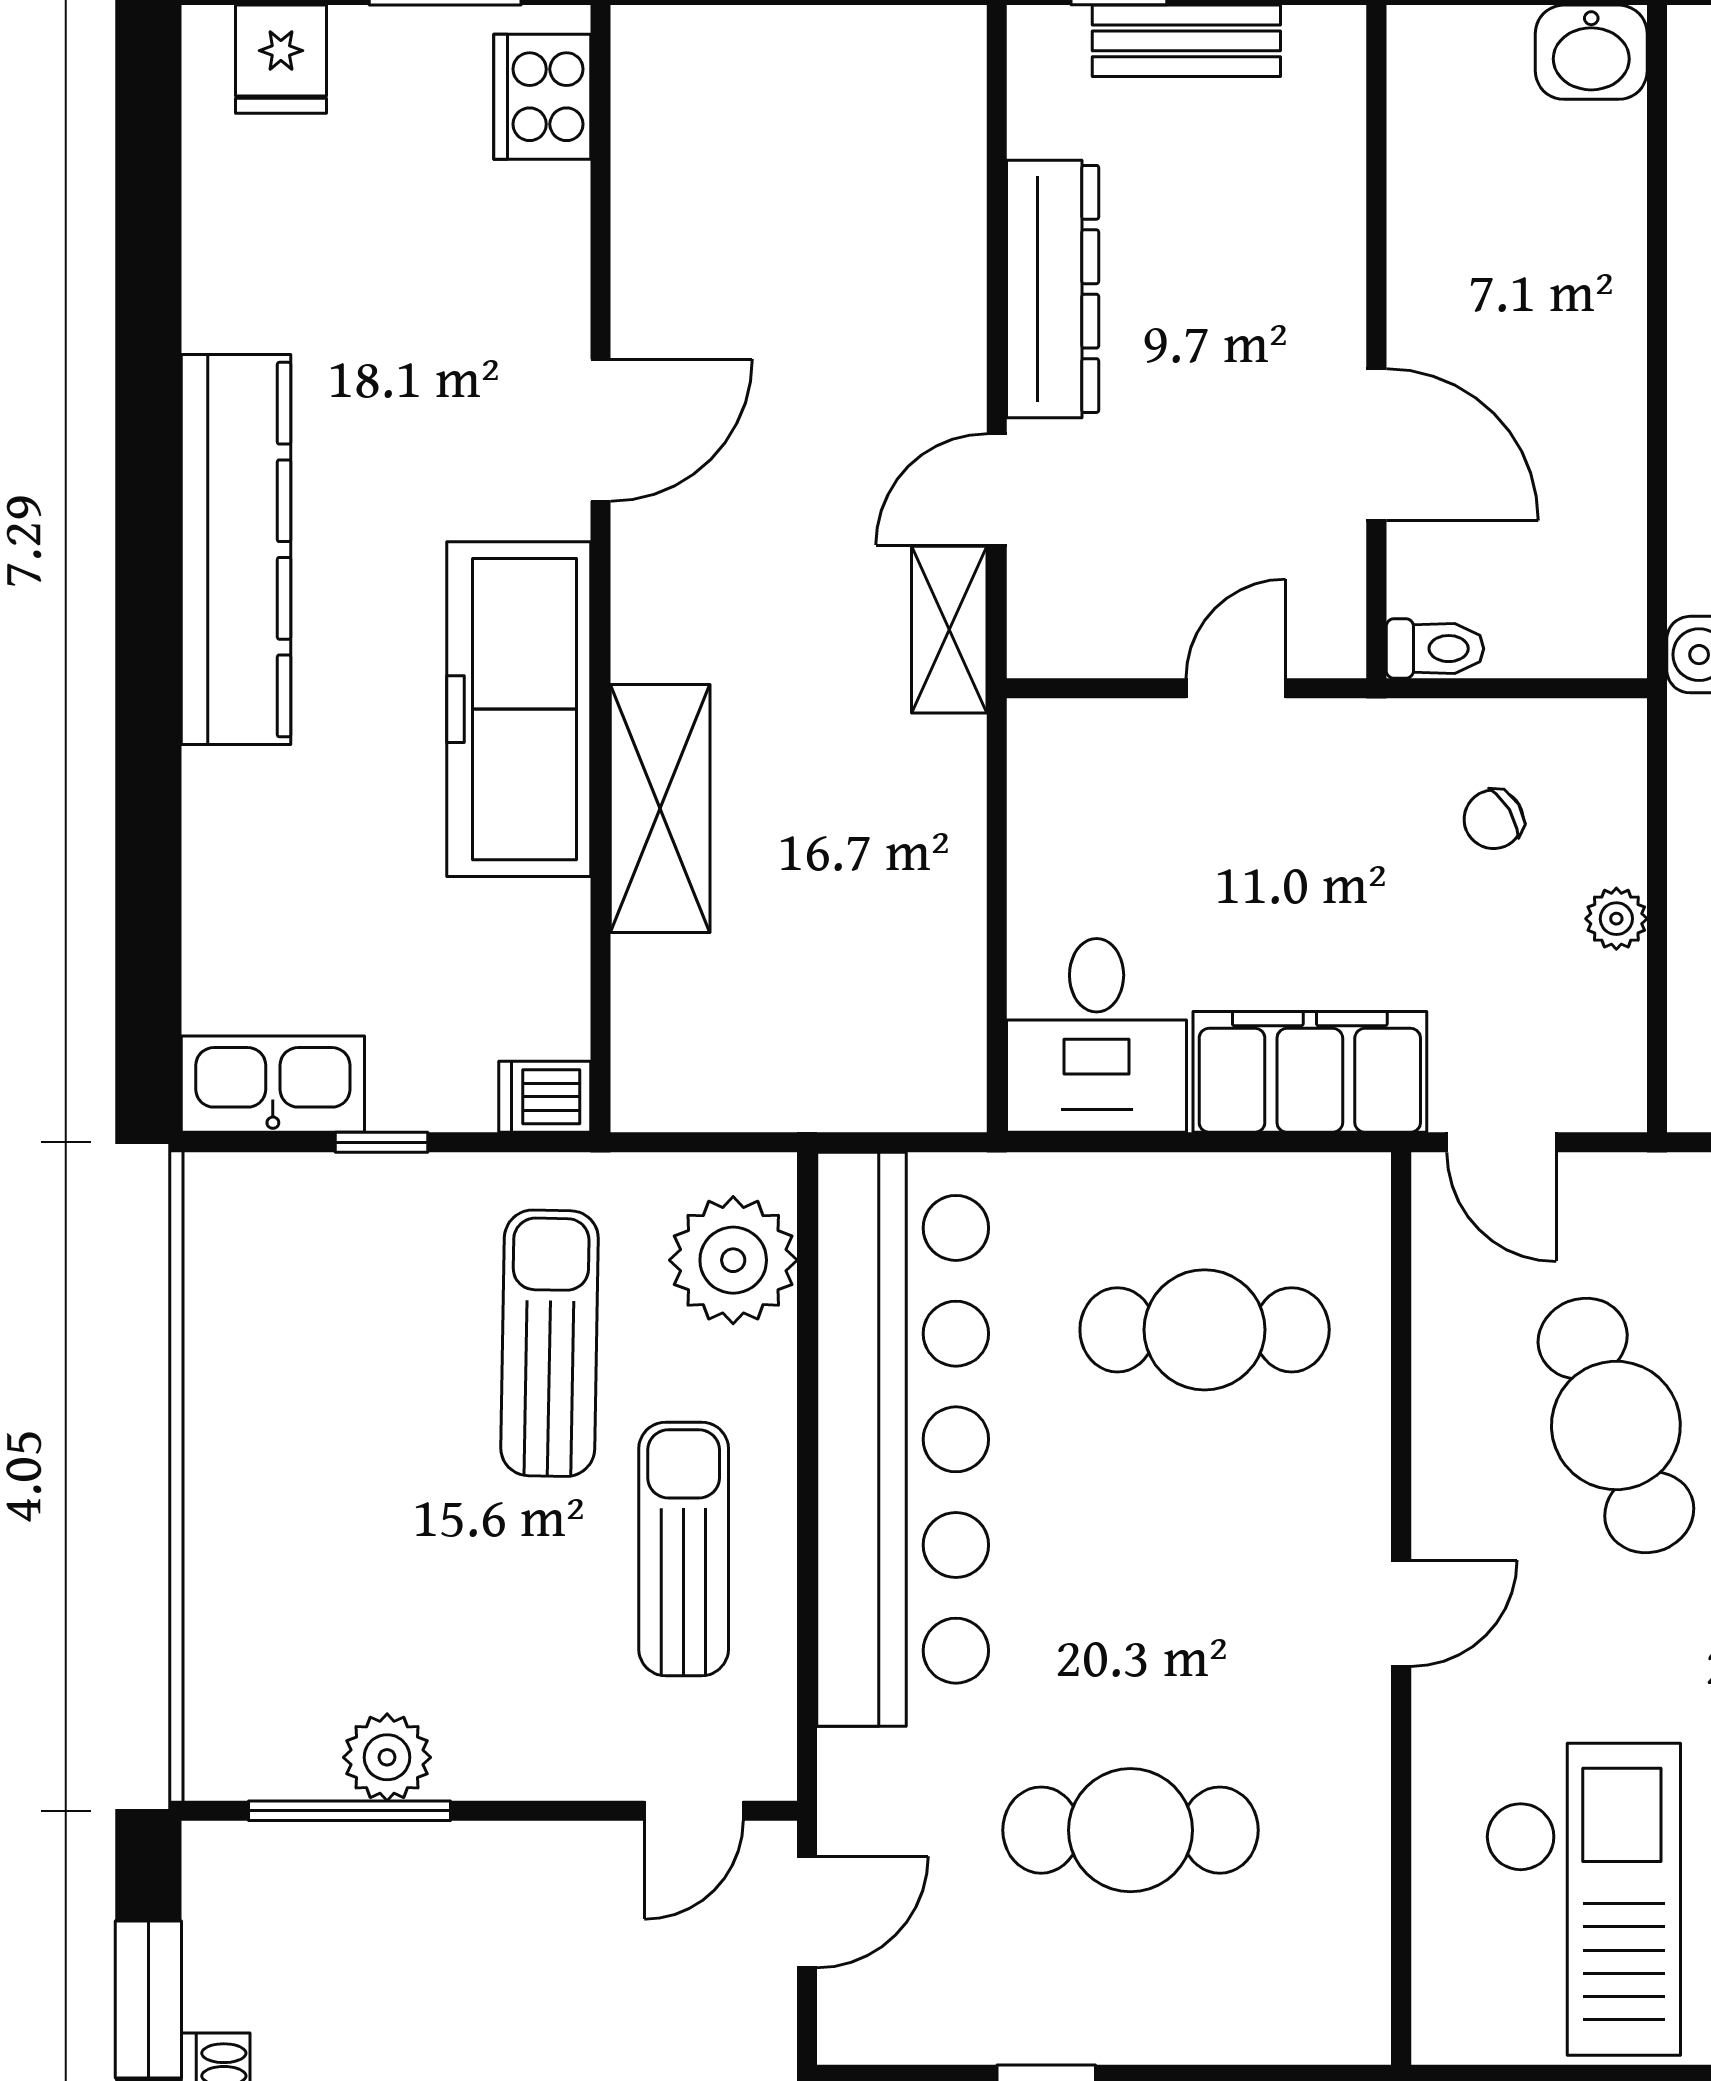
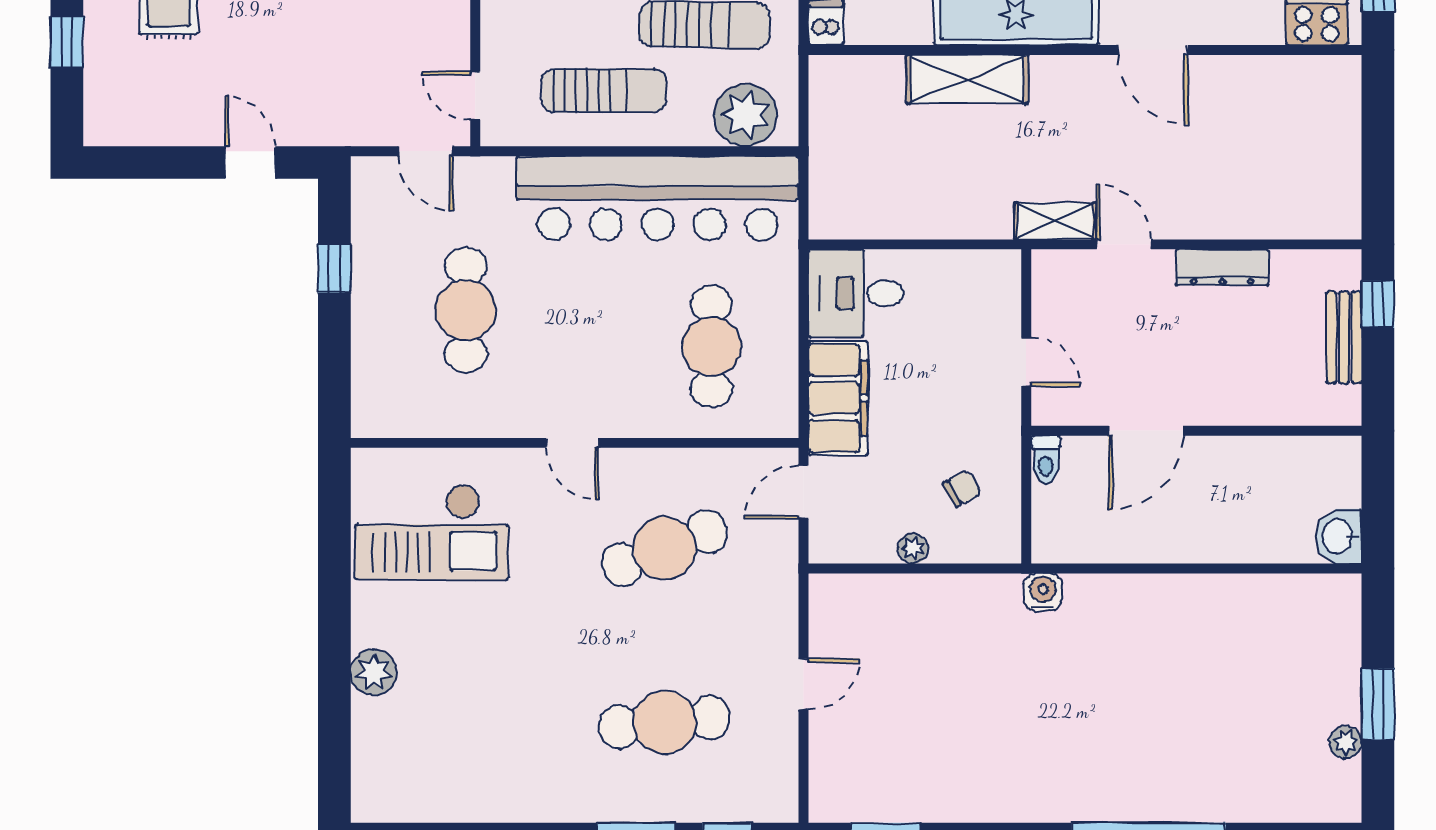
dresser: (1053, 289) -> (1222, 267), width x0.73, depth x0.80
chair: (1494, 819) -> (962, 488), turned 92

